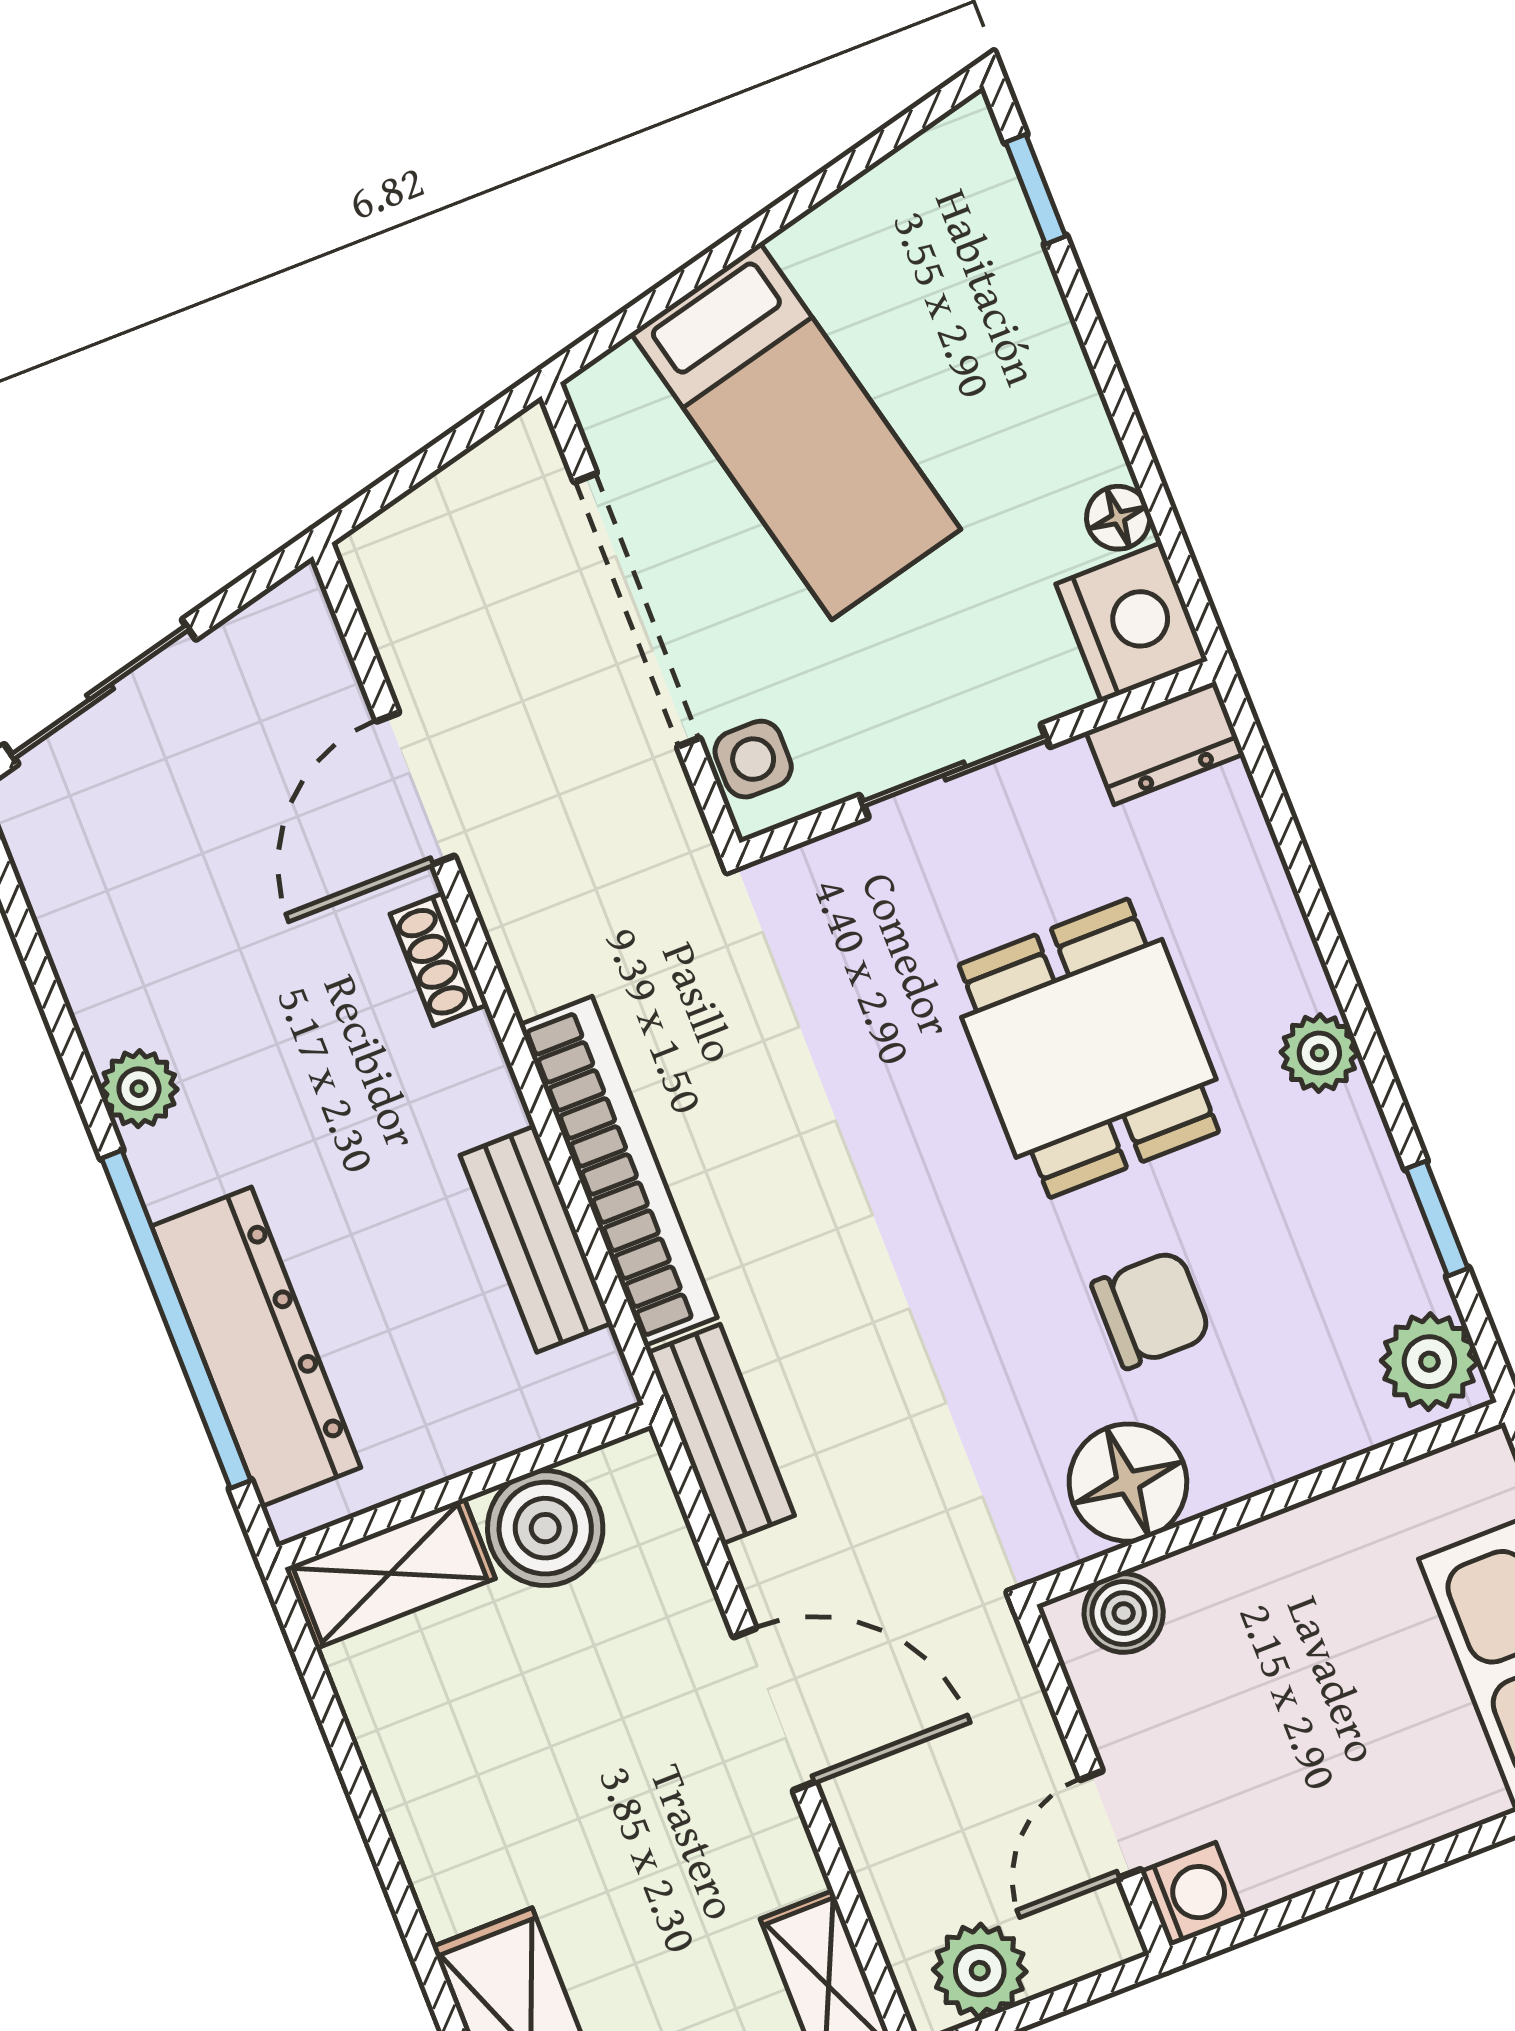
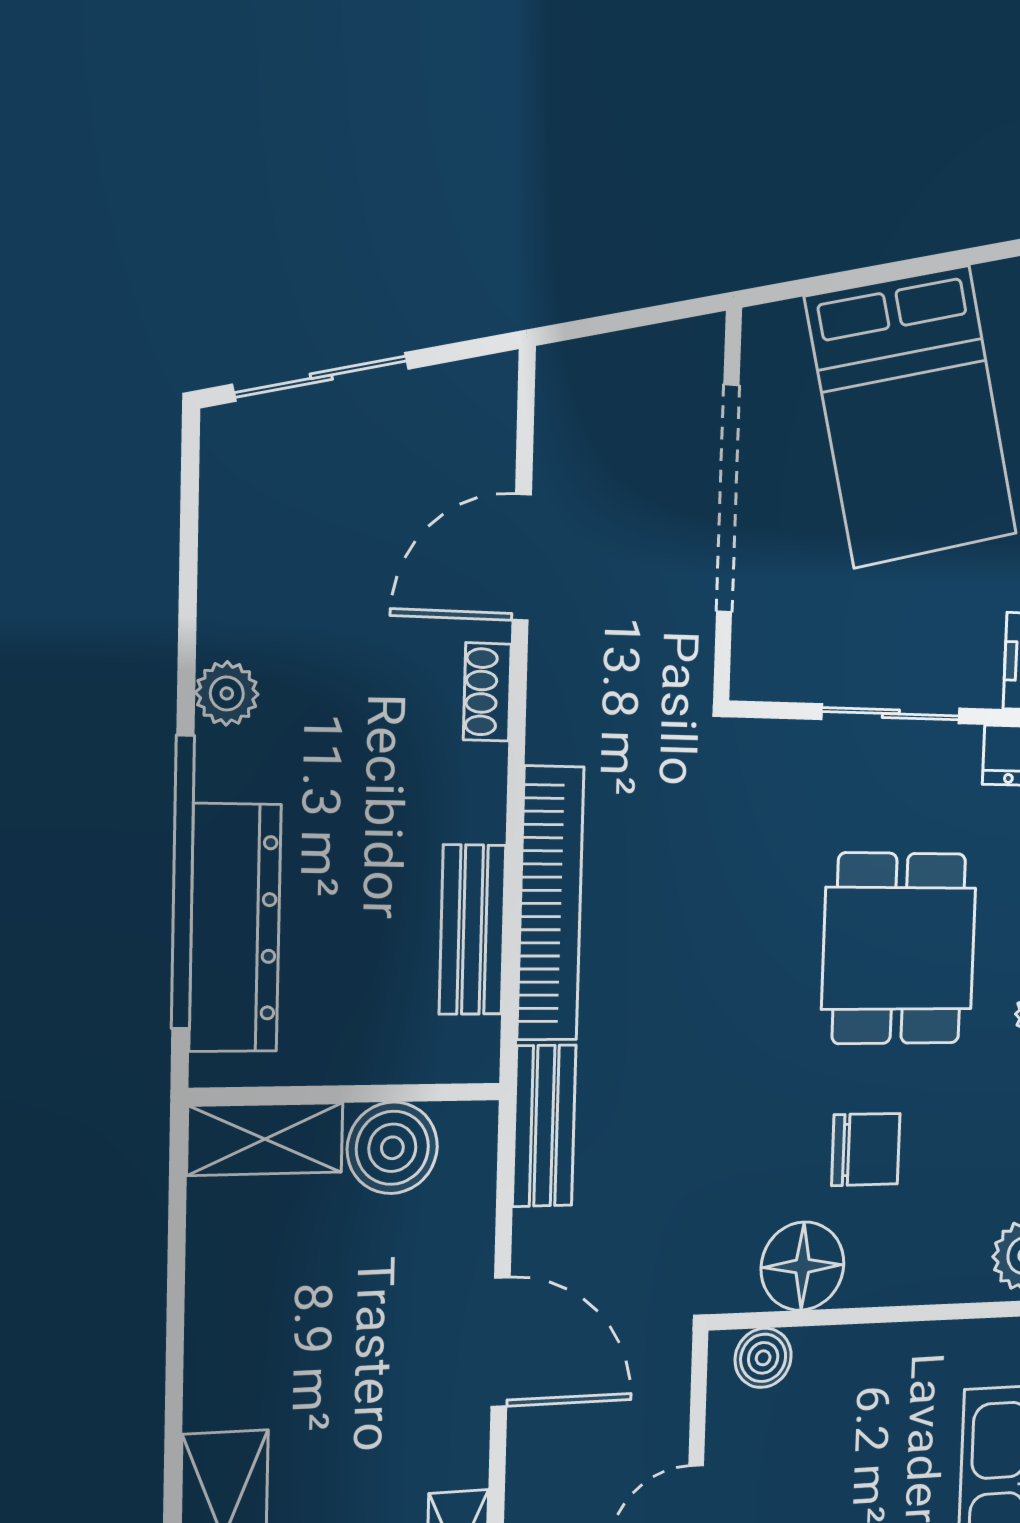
bed: (796, 431) -> (912, 417), width x1.50
side table: (753, 759) -> (762, 644), removed

